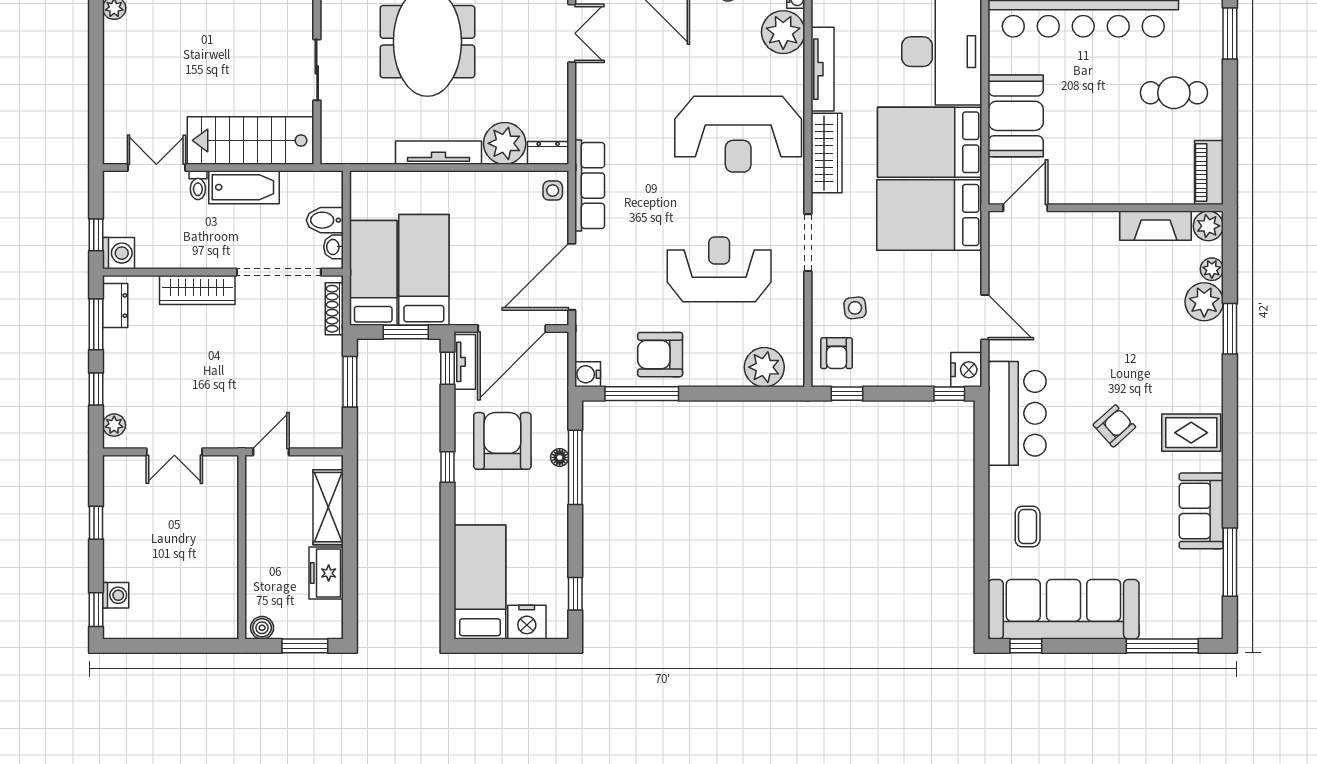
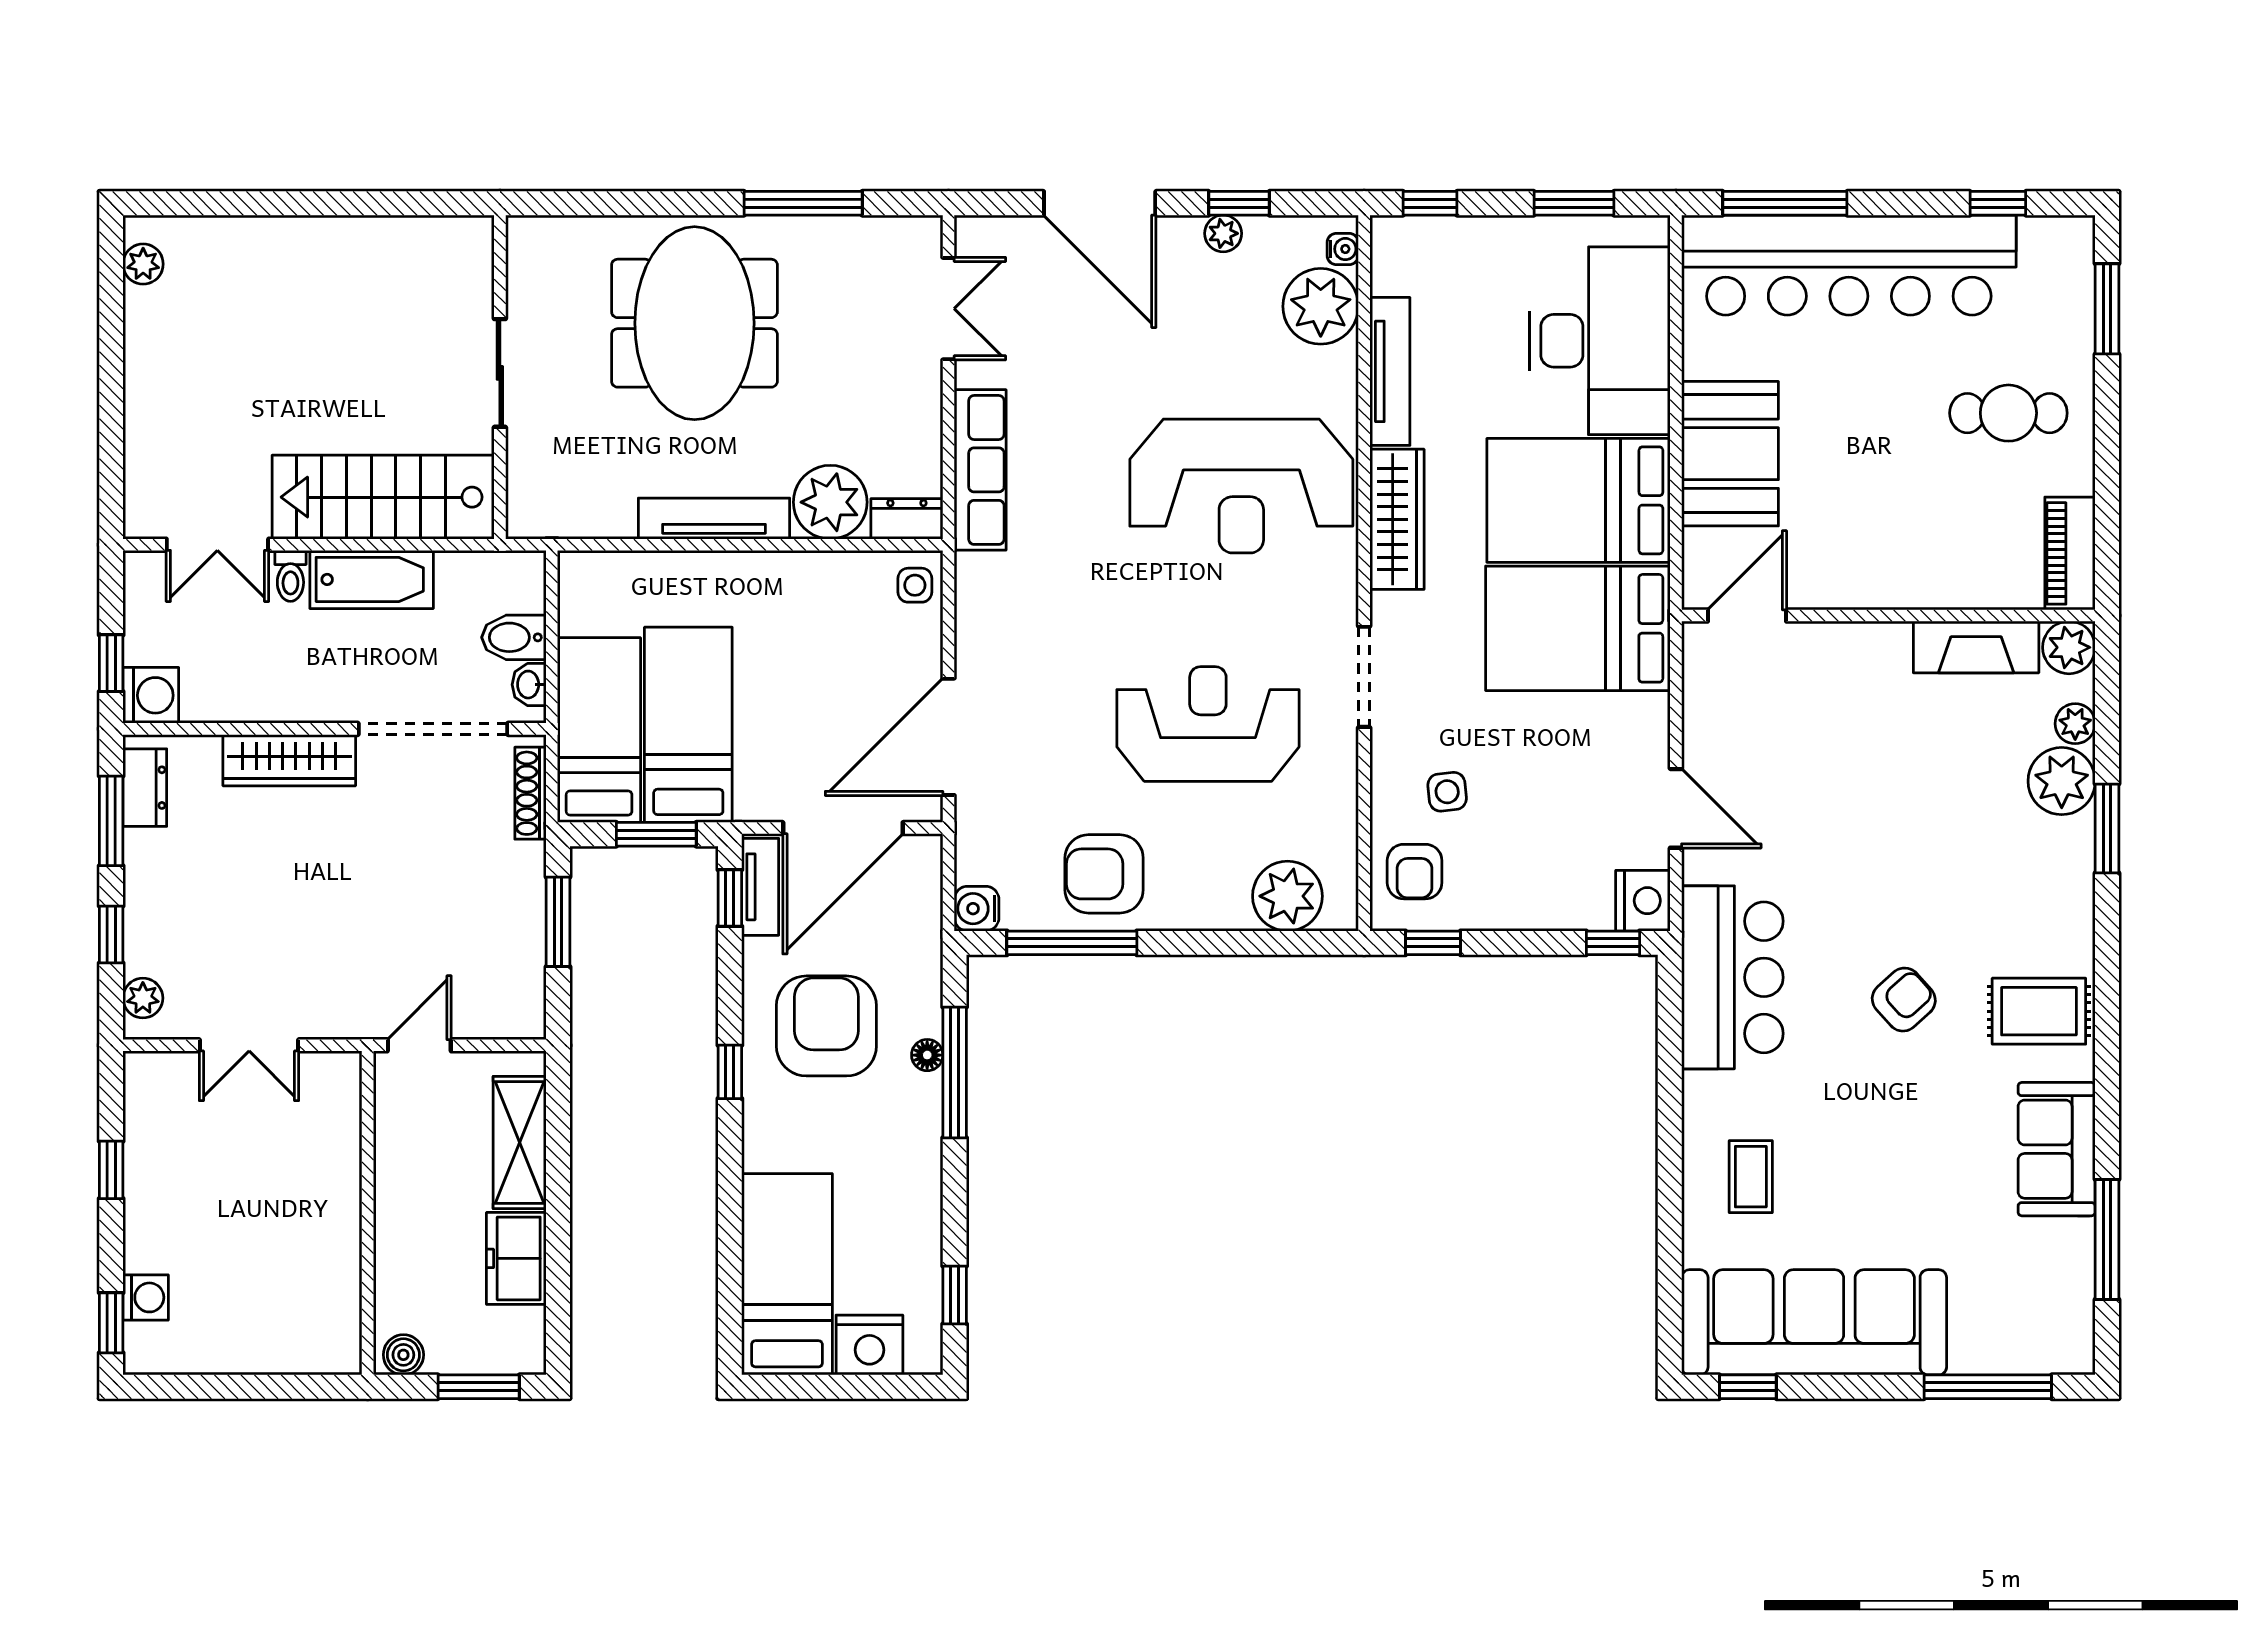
double door: (156, 168) -> (217, 545), swing flipped
row of seats: (590, 186) -> (980, 470), moved

